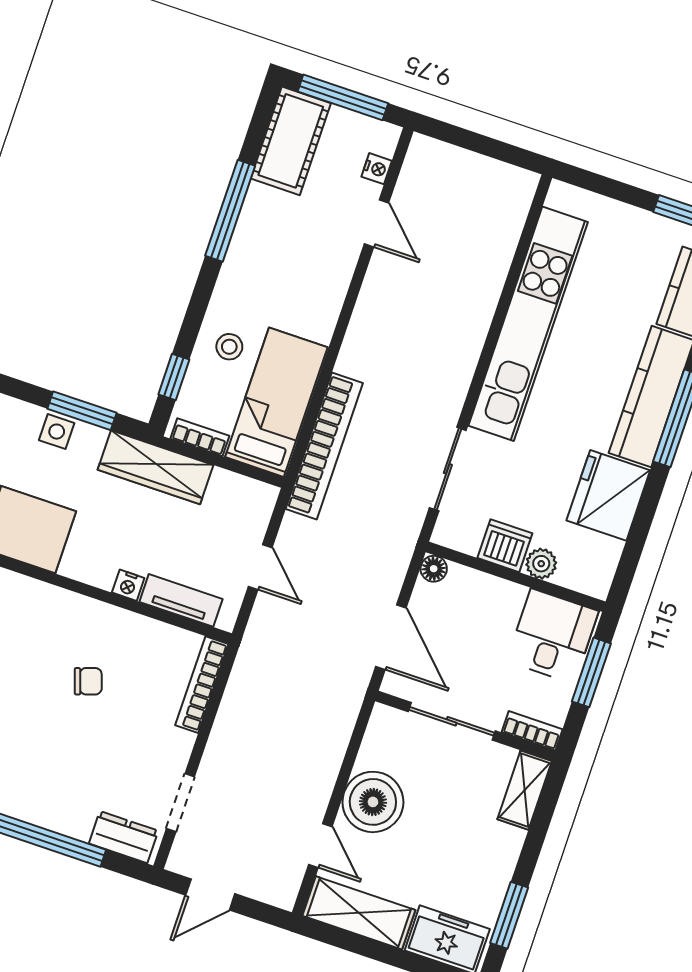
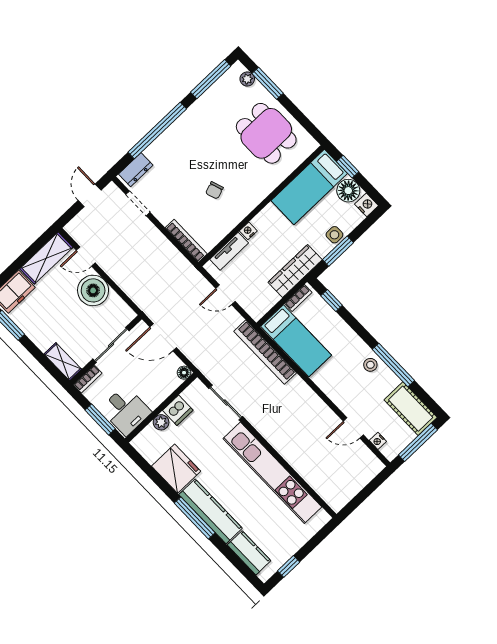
stool: (229, 347) -> (370, 365), moved

